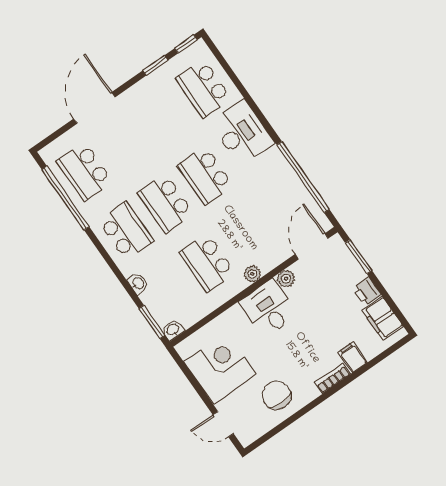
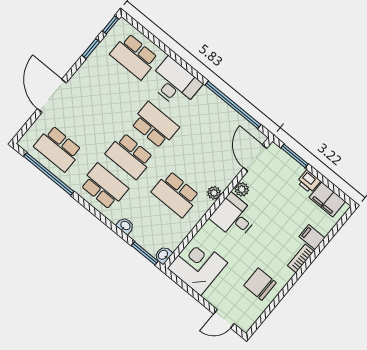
school desk: (205, 176) -> (155, 125), turned 180
corner desk: (220, 368) -> (198, 266), moved

